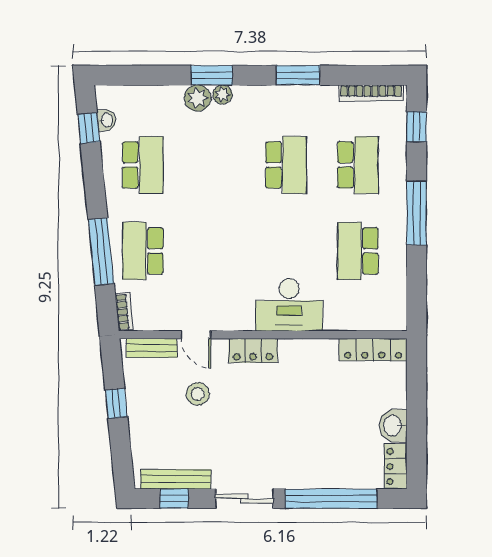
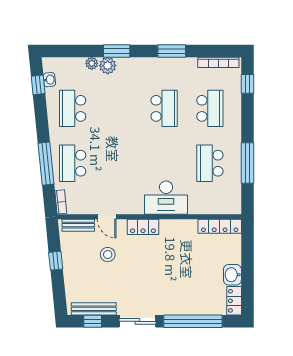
plant: (222, 94) -> (92, 63), moved
school desk: (143, 165) -> (73, 108), turned 180
window: (417, 213) -> (247, 163), moved

